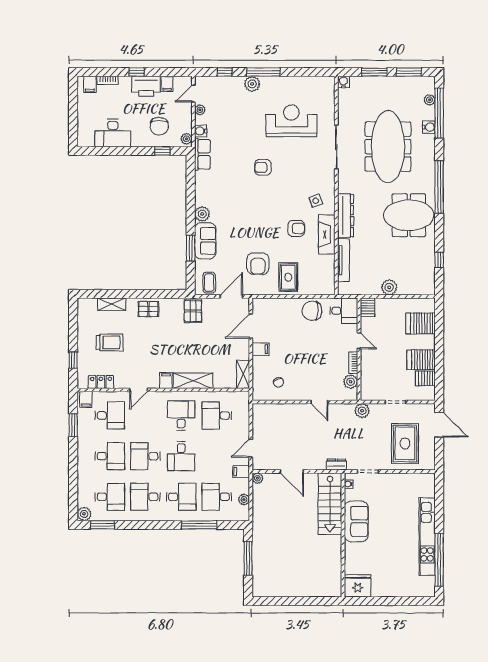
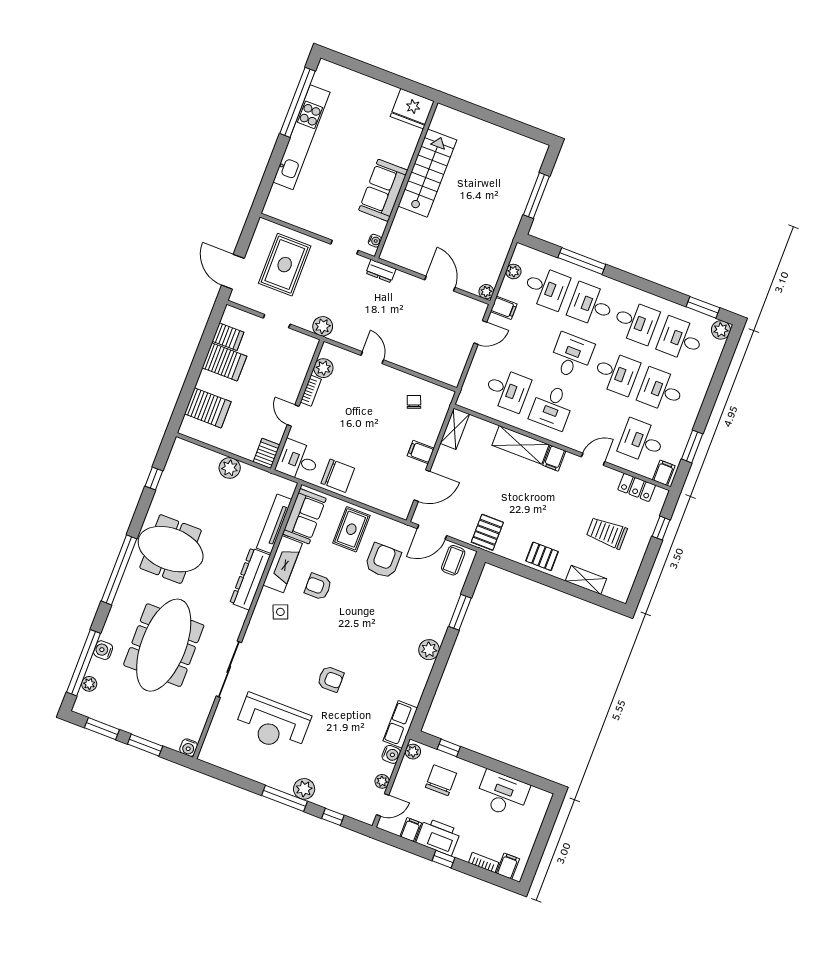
sofa: (205, 241) -> (304, 516), moved, turned 180
stairs: (330, 504) -> (427, 173), moved

